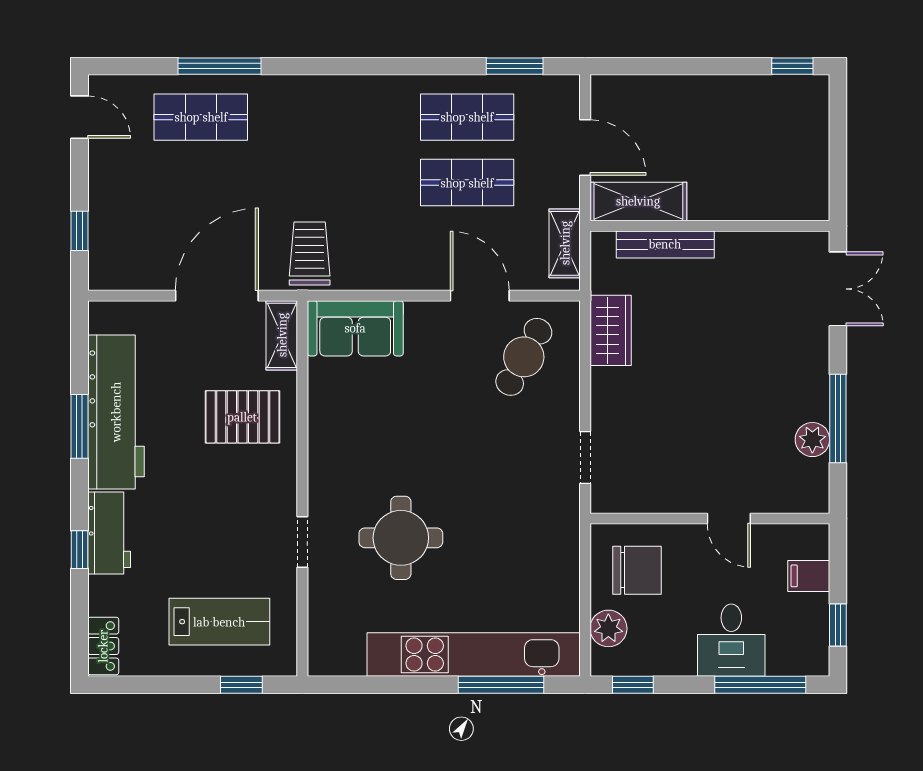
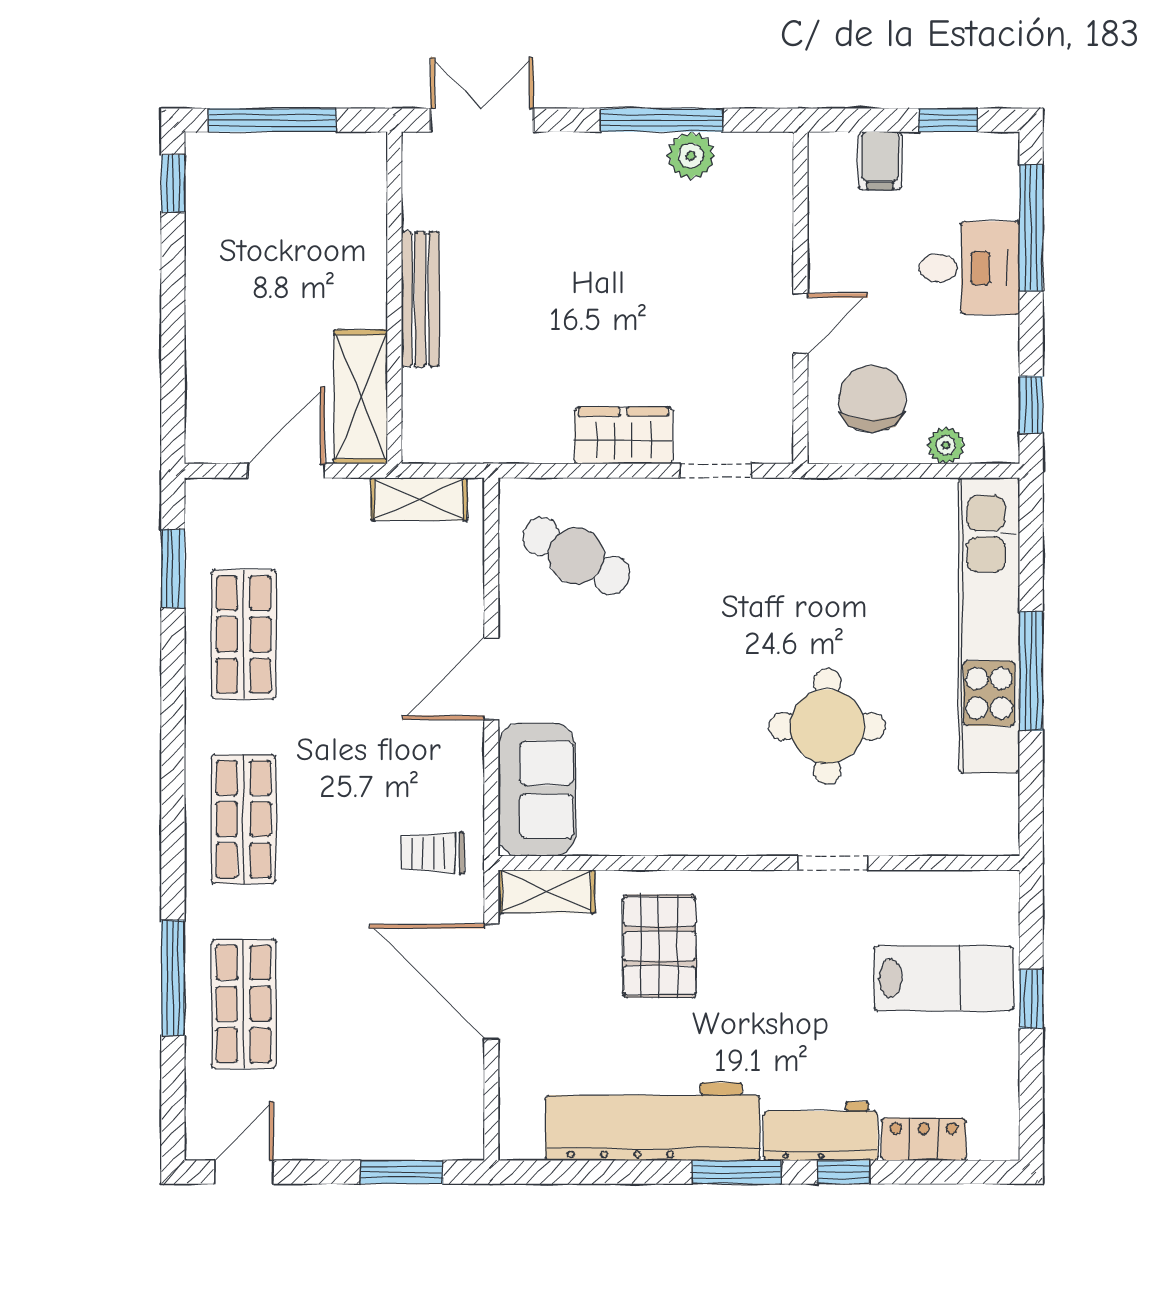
window: (838, 138) -> (272, 120), added
shop shelf: (467, 183) -> (244, 819), moved
window: (79, 231) -> (401, 1172), width x1.50
bench: (665, 244) -> (420, 299), moved
trolley: (310, 253) -> (433, 853), width x0.73, depth x0.72
door: (480, 296) -> (491, 679), moved
wardrobe: (611, 330) -> (623, 435), moved
window: (79, 426) -> (737, 1172), moved
door: (729, 518) -> (800, 324), moved
lab bench: (219, 622) -> (943, 978), turned 90
plant: (608, 628) -> (946, 445), width x0.73, depth x0.73
locker: (103, 646) -> (924, 1139), moved
window: (241, 685) -> (1031, 999), moved
window: (501, 685) -> (1031, 671), moved

